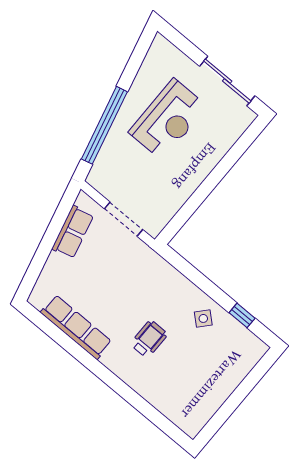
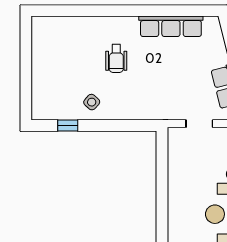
doorway: (124, 219) -> (199, 124), width x0.73

